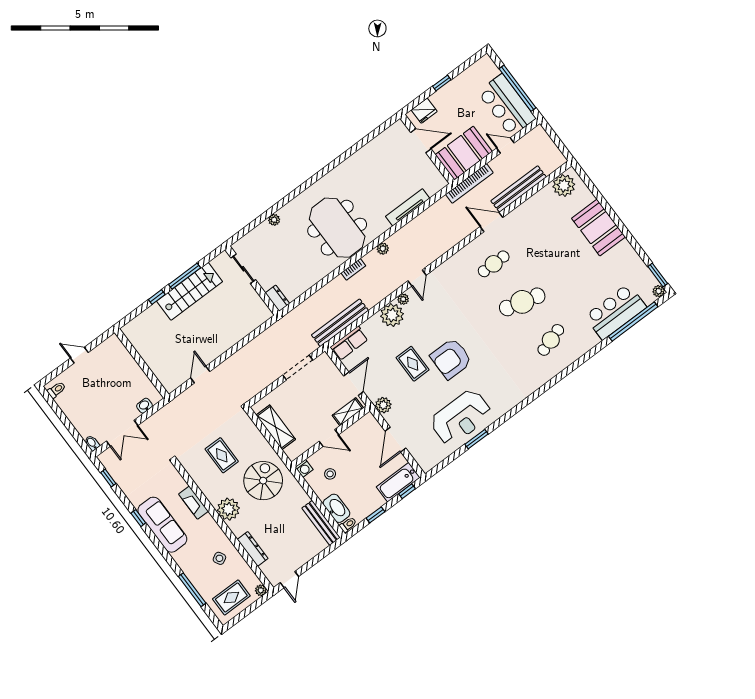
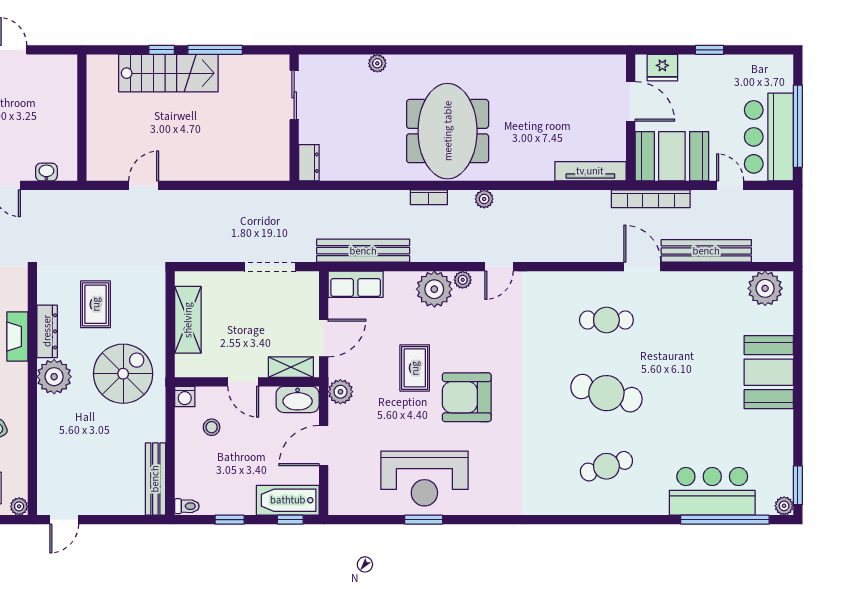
tv unit: (408, 207) -> (590, 171), moved
stairs: (190, 291) -> (168, 73), moved
washbasin: (336, 508) -> (298, 399), moved, turned 90
dresser: (253, 549) -> (47, 331), moved

